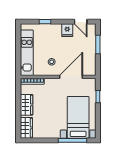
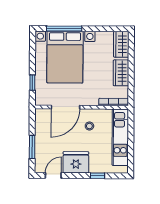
door: (81, 22) -> (53, 175), hinge flipped
fridge: (67, 30) -> (76, 162), width x1.88, depth x1.34
bed with nightstands: (78, 117) -> (65, 57), width x1.36

